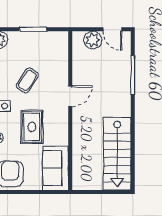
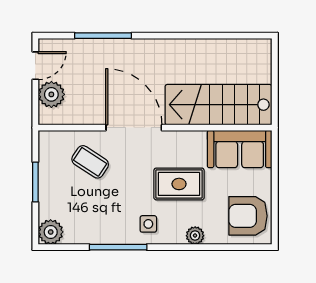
coffee table: (27, 80) -> (90, 162), moved
door: (70, 96) -> (134, 128), width x1.87
stairs: (117, 154) -> (219, 105), moved, turned 180

